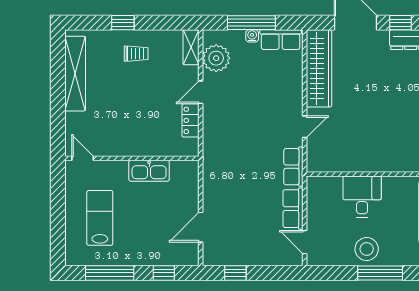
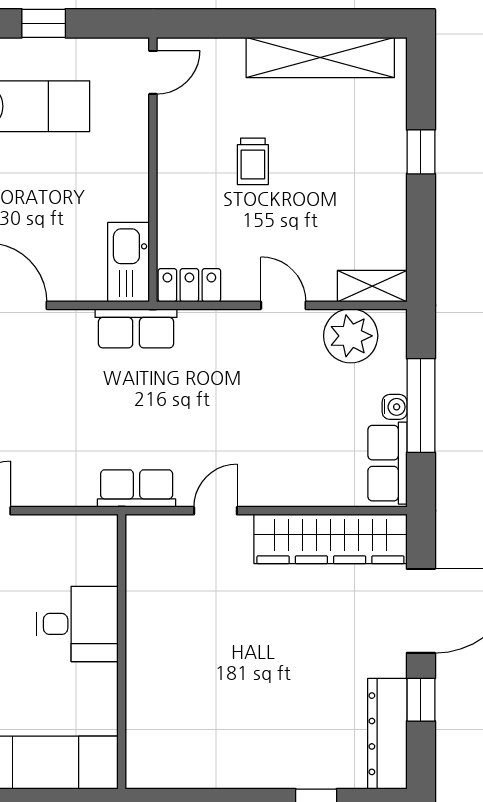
trolley: (136, 54) -> (253, 161), moved
locker: (190, 120) -> (189, 285), moved
door: (305, 127) -> (215, 511), swing flipped
kitchen sink: (149, 171) -> (129, 262), moved
row of seats: (293, 209) -> (136, 328), moved, turned 180
window: (58, 214) -> (44, 23), added

